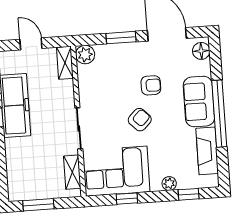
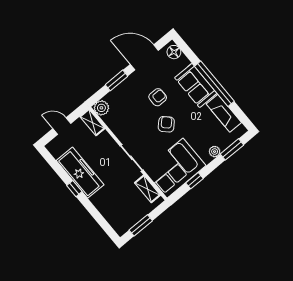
window: (189, 194) -> (232, 149), width x1.50

